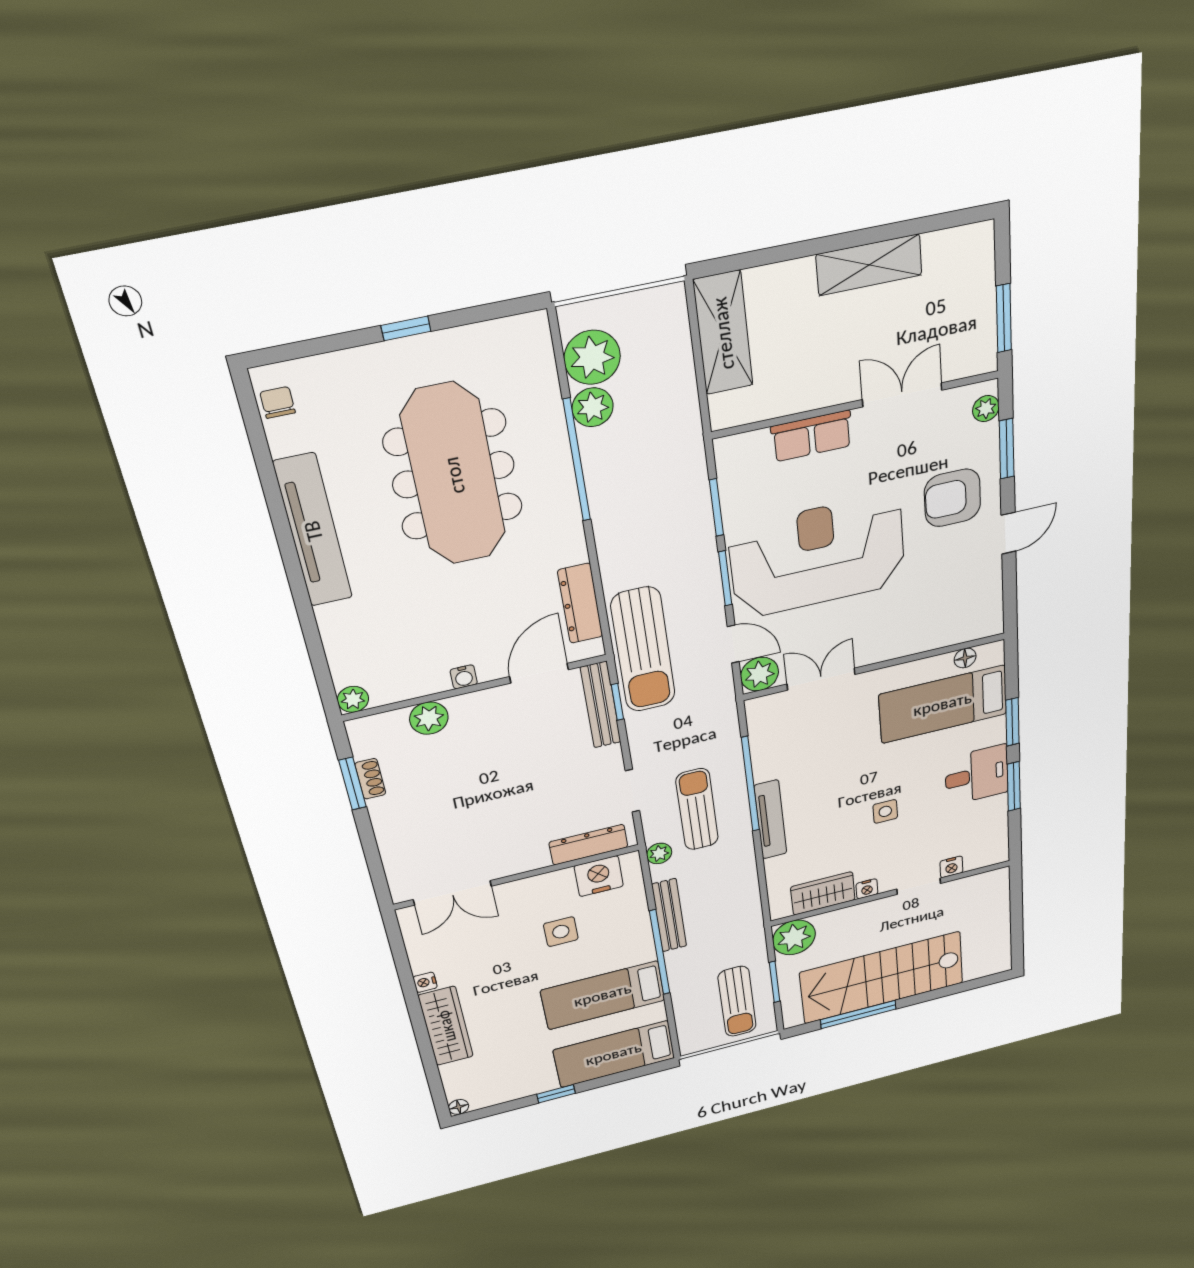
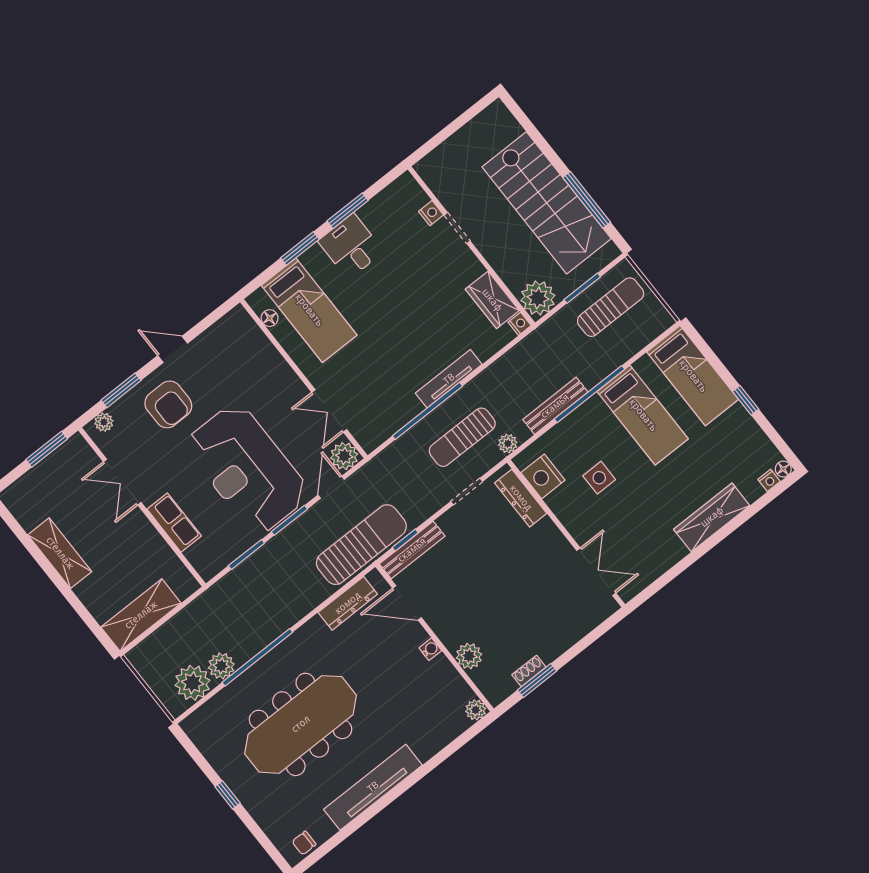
side table: (885, 811) -> (408, 297), removed
nightstand: (867, 889) -> (520, 324), moved
nightstand: (425, 982) -> (769, 480), moved

